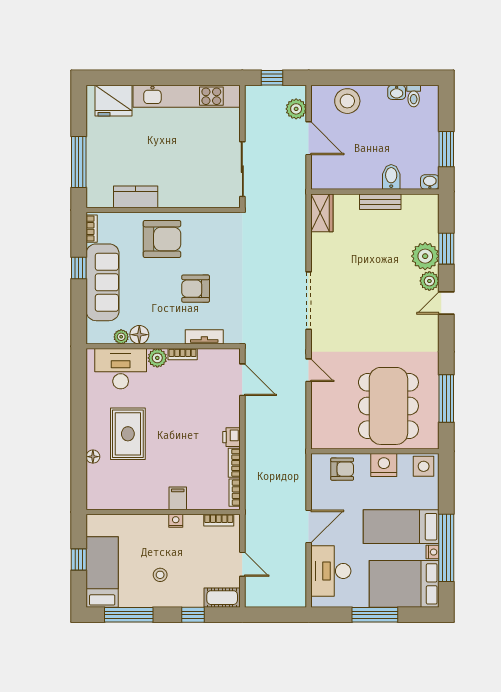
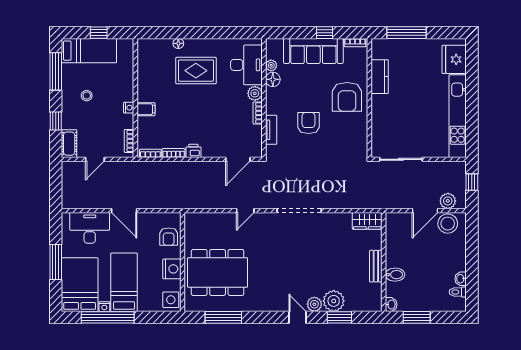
stool: (347, 101) -> (448, 224), moved

